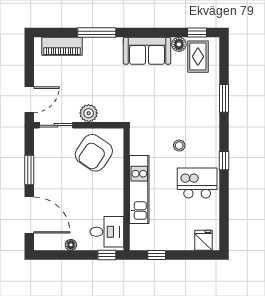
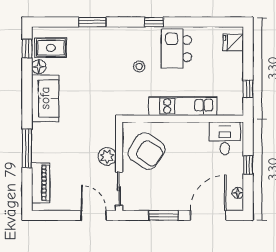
floor lamp: (71, 245) -> (238, 193), moved
window: (107, 255) -> (248, 165), moved

